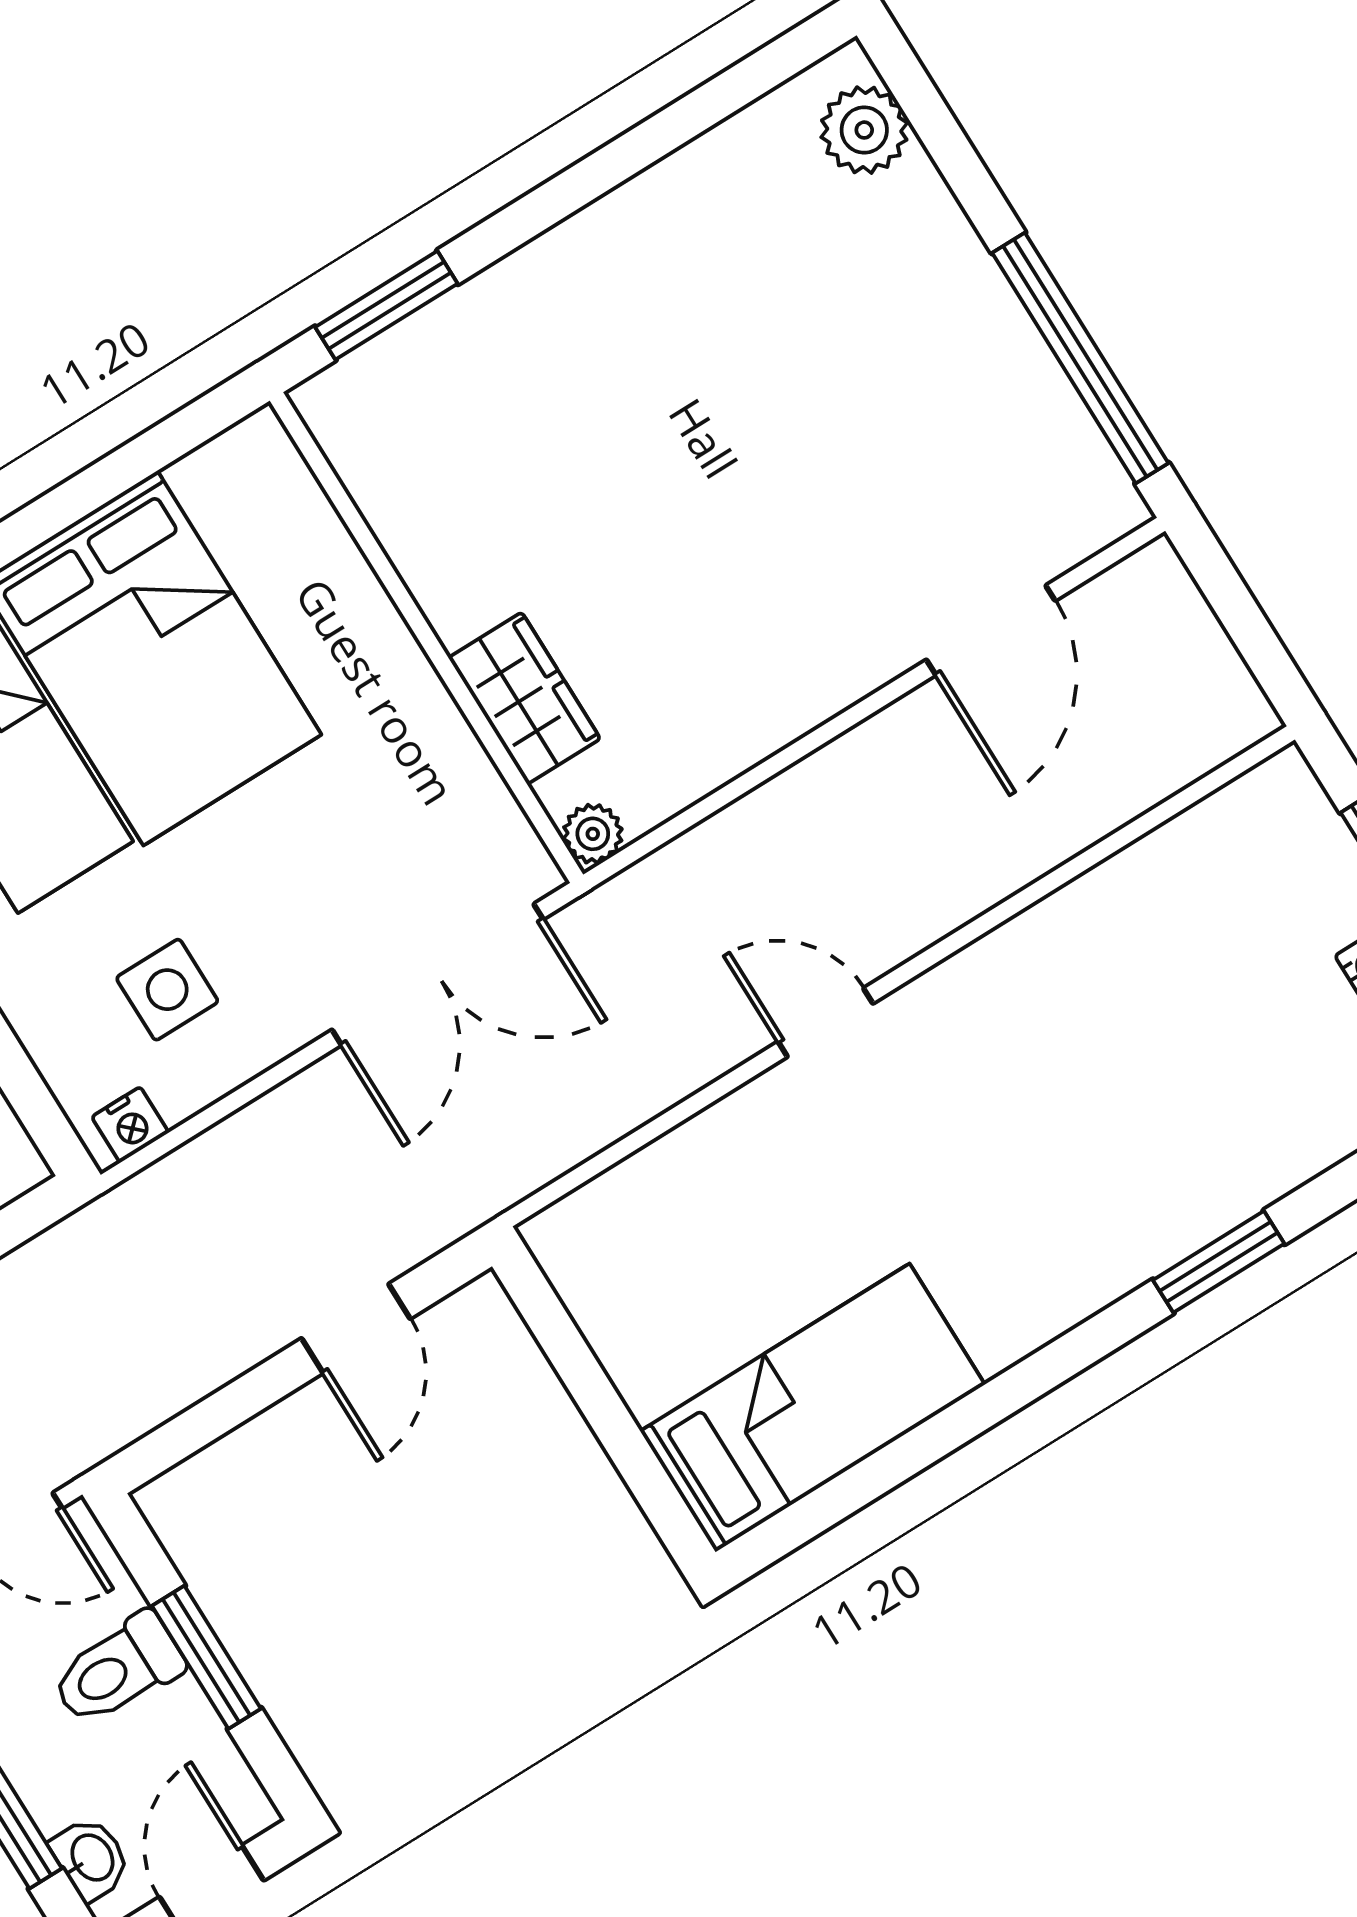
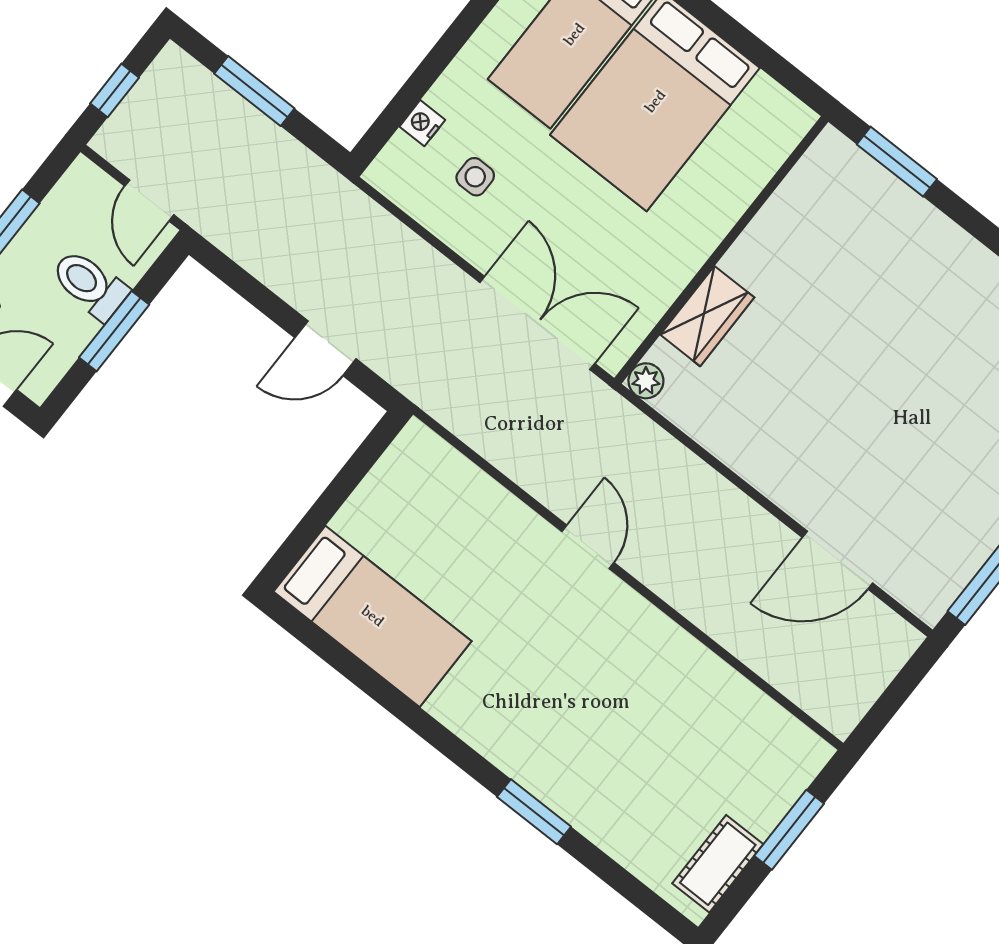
double door: (438, 975) -> (537, 323), swing flipped
side table: (167, 990) -> (475, 177), width x0.73, depth x0.73
nightstand: (130, 1125) -> (422, 123), moved, turned 90

